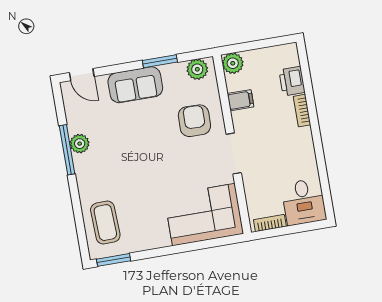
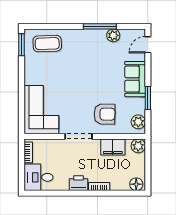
floor lamp: (289, 57) -> (136, 184), added
printer: (292, 81) -> (78, 183), moved
filing cabinet: (241, 100) -> (113, 147), width x2.00
plant: (80, 144) -> (113, 35), moved

